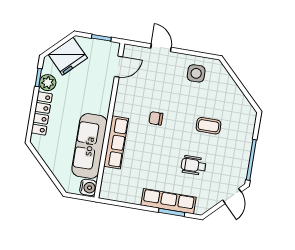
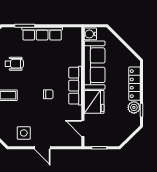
door: (161, 48) -> (42, 148), moved
fridge: (68, 56) -> (94, 102), moved, turned 134
door: (118, 67) -> (83, 128), hinge flipped
row of seats: (116, 142) -> (75, 86), moved
row of seats: (168, 201) -> (42, 34), moved

